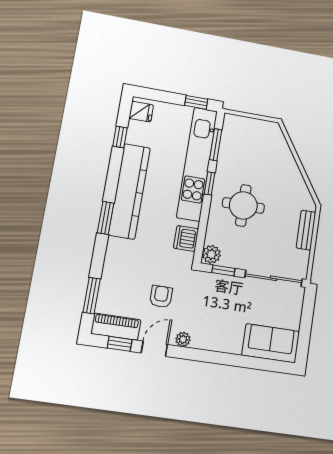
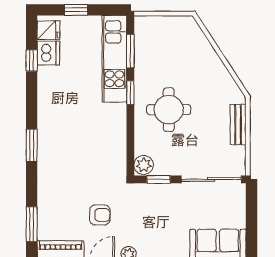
window: (196, 102) -> (76, 10), moved
kitchen unit: (197, 164) -> (114, 59), width x0.73
kitchen counter: (129, 191) -> (51, 114), removed
dishwasher: (186, 238) -> (48, 53), moved, turned 180
armchair: (161, 297) -> (100, 215), turned 90

